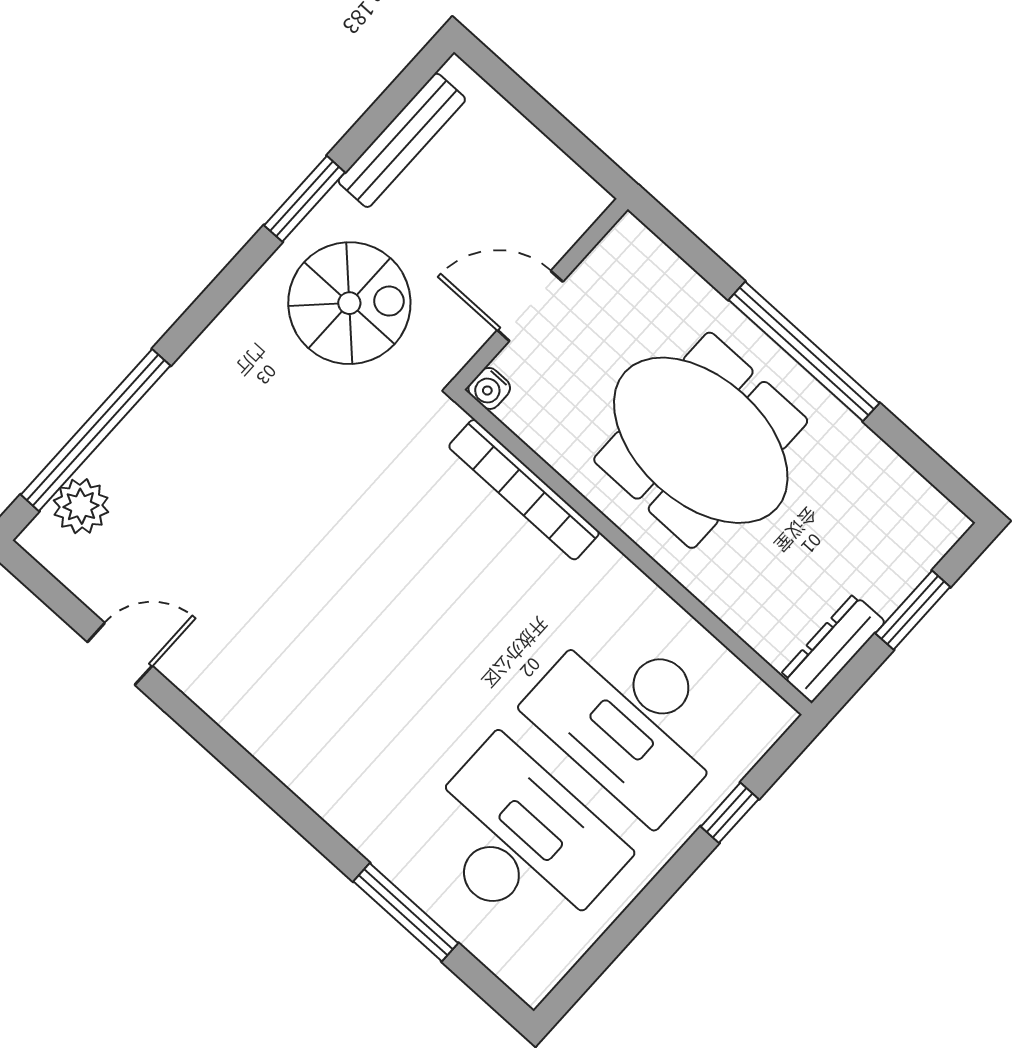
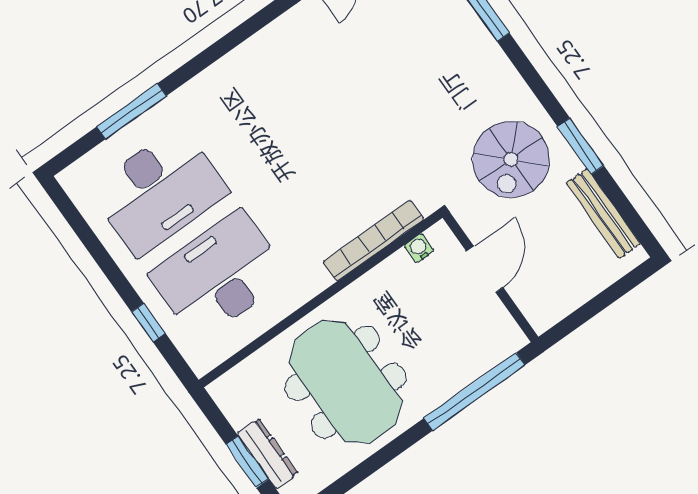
window: (804, 351) -> (474, 392), moved
water cooler: (489, 388) -> (419, 248), moved
meeting table: (701, 440) -> (345, 382), moved, turned 90
dresser: (833, 648) -> (267, 454), moved

